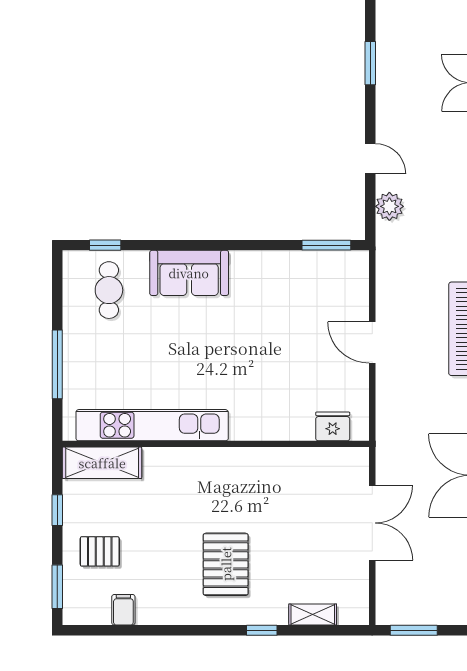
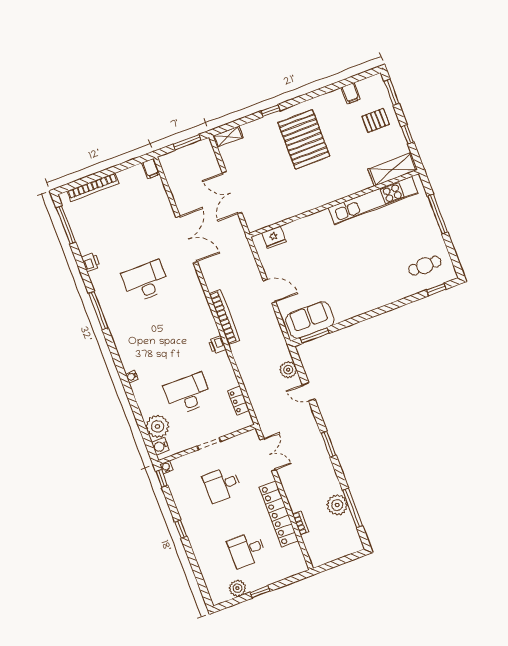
sofa: (189, 273) -> (310, 320), moved
cafe table: (109, 290) -> (425, 266), turned 90
pallet: (226, 564) -> (304, 139), width x1.37, depth x1.41
shelving: (313, 614) -> (228, 137), moved

